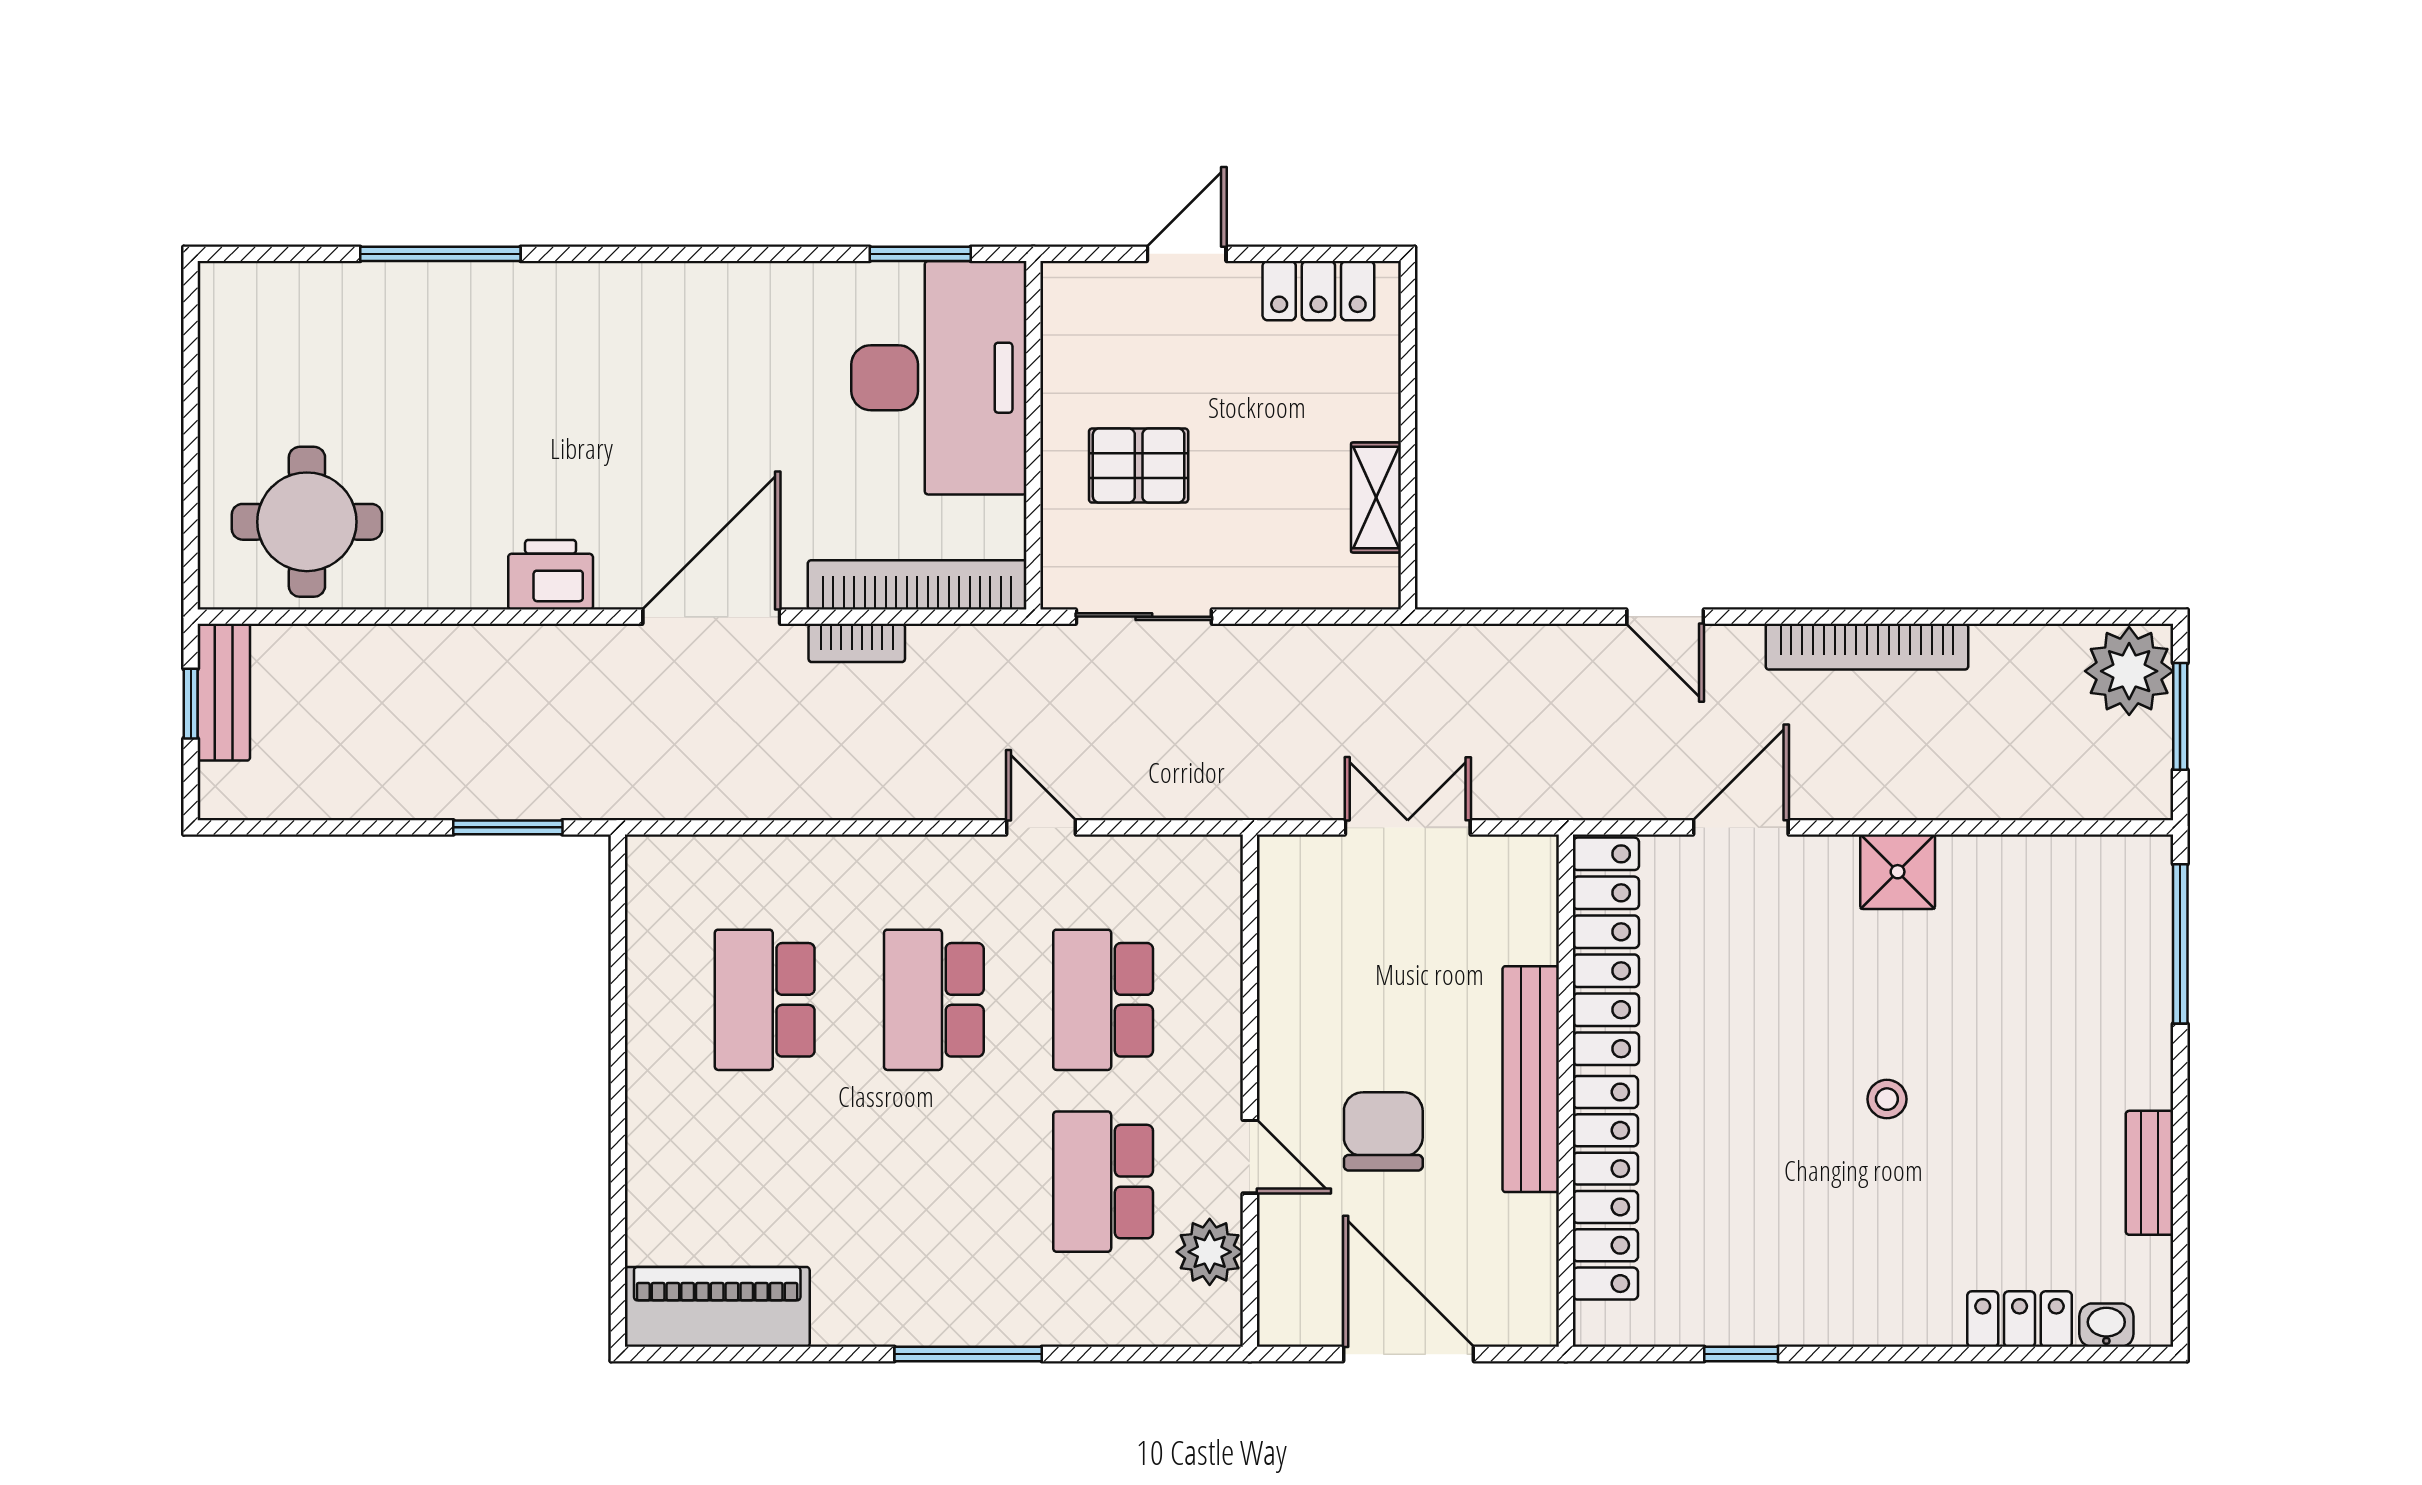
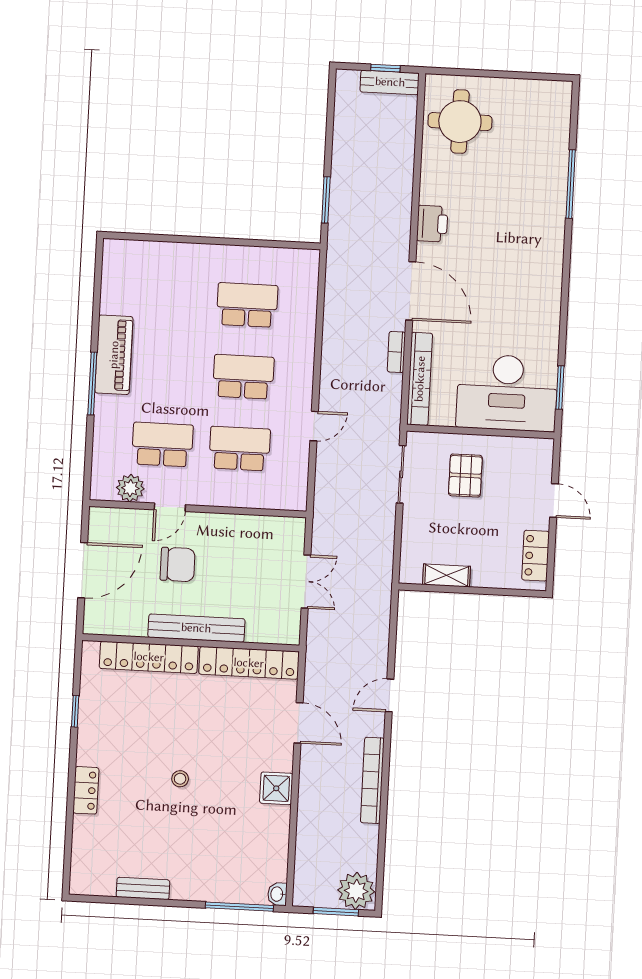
piano: (717, 1307) -> (114, 355), moved
locker: (2020, 1319) -> (86, 790), moved
washbasin: (2106, 1325) -> (277, 894), moved, turned 180

